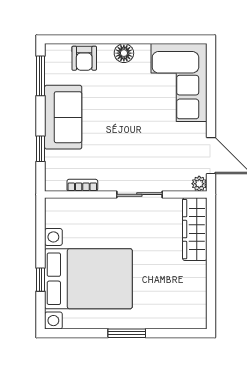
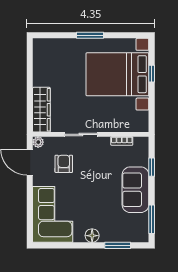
window: (88, 39) -> (118, 245), added
armchair: (84, 58) -> (64, 164), moved

